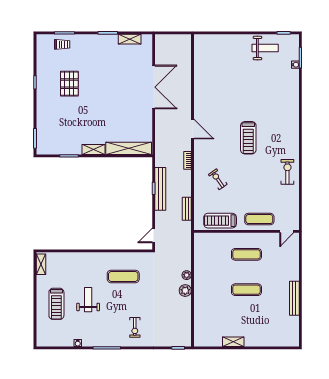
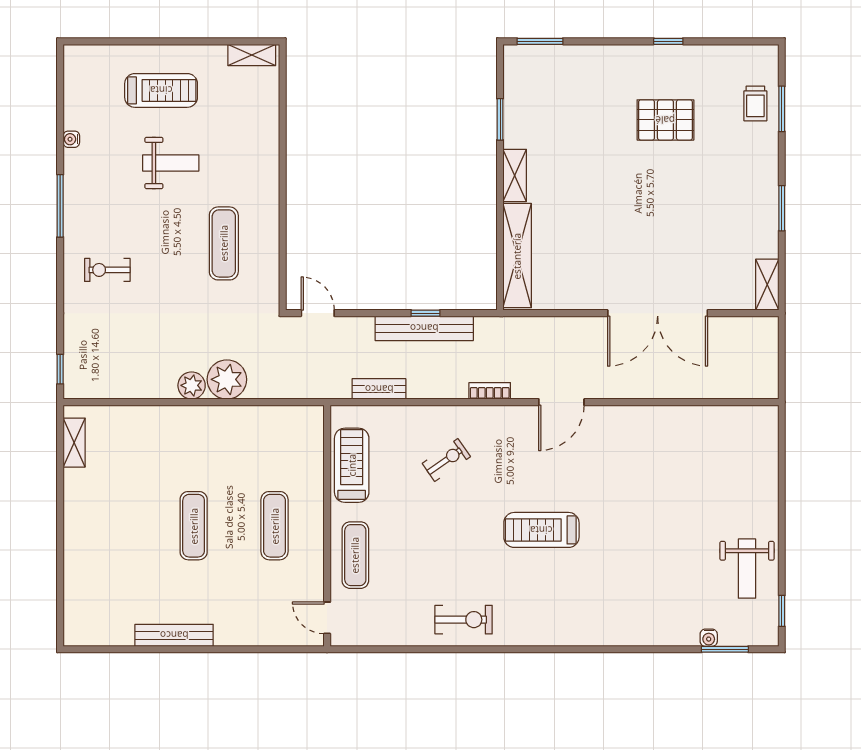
shelving: (130, 39) -> (767, 285), moved
plant: (187, 275) -> (227, 379), width x1.88, depth x1.88
treadmill: (56, 304) -> (161, 90), turned 180
shelving: (233, 342) -> (74, 443), moved

